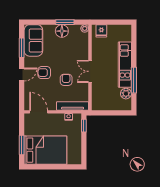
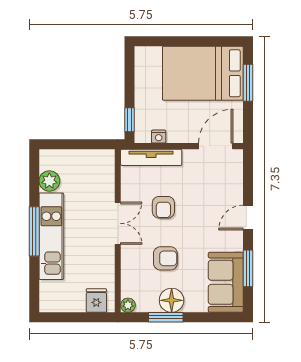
armchair: (44, 73) -> (165, 258), moved
window: (134, 80) -> (34, 231), moved
door: (39, 112) -> (216, 146), swing flipped

